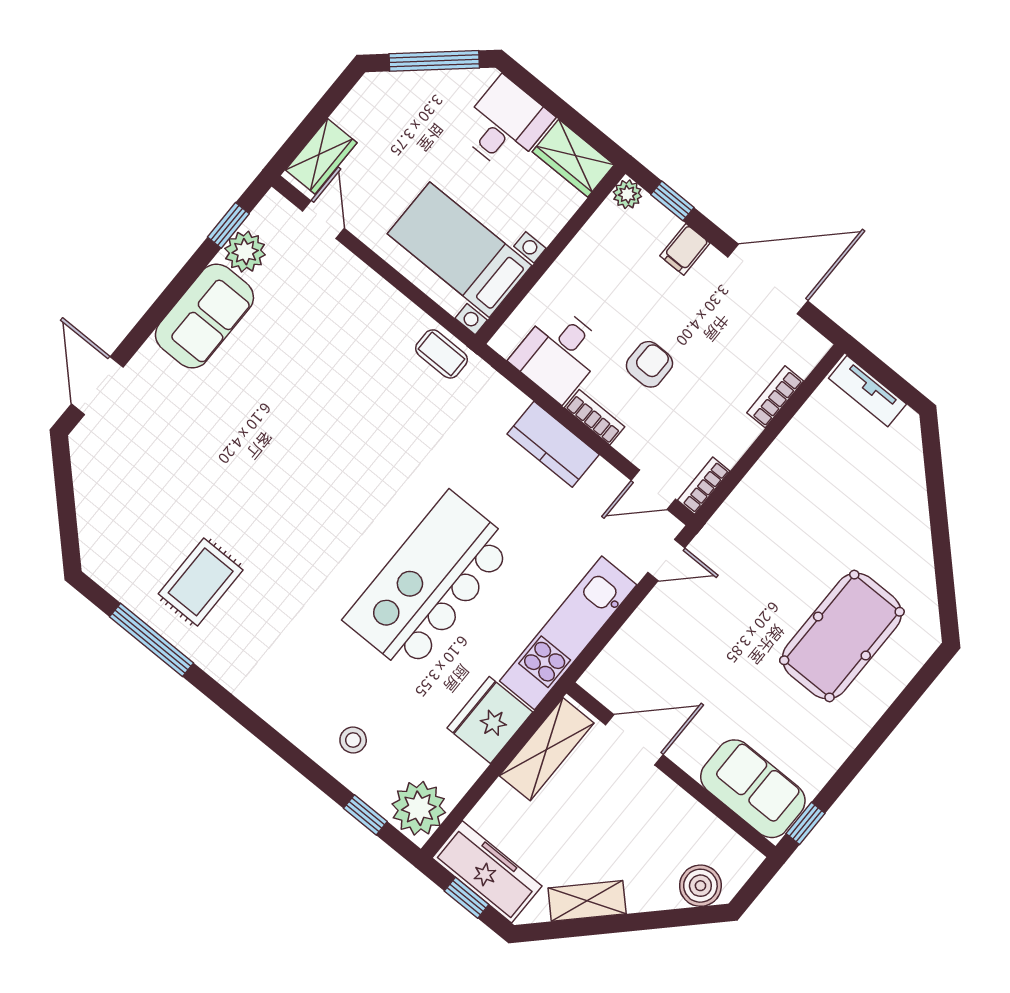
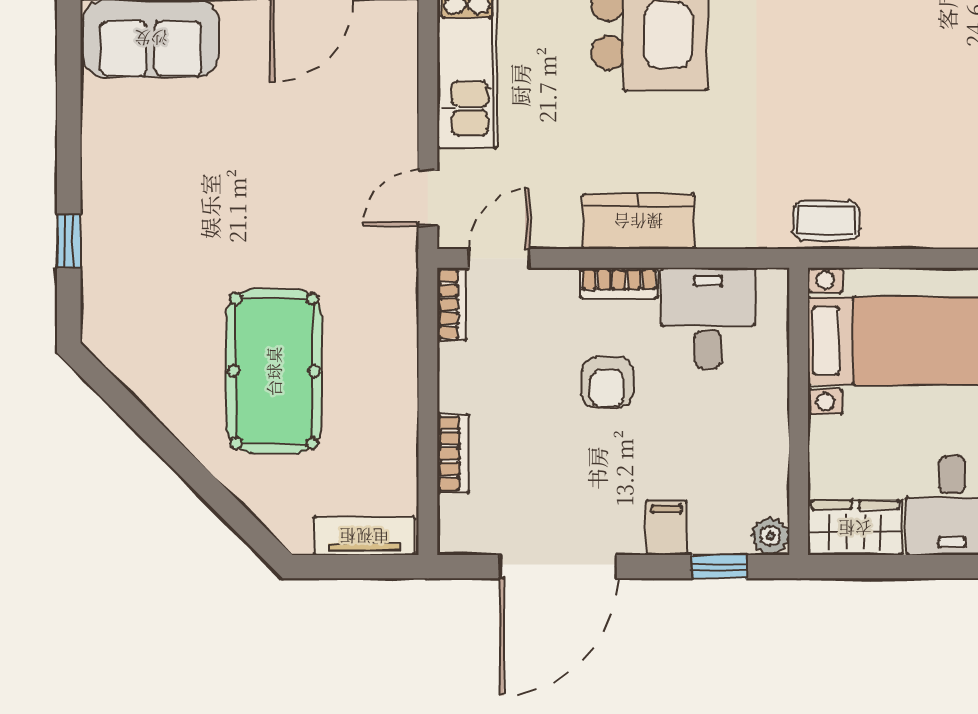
pool table: (842, 636) -> (274, 371), moved
window: (806, 823) -> (69, 241), moved

